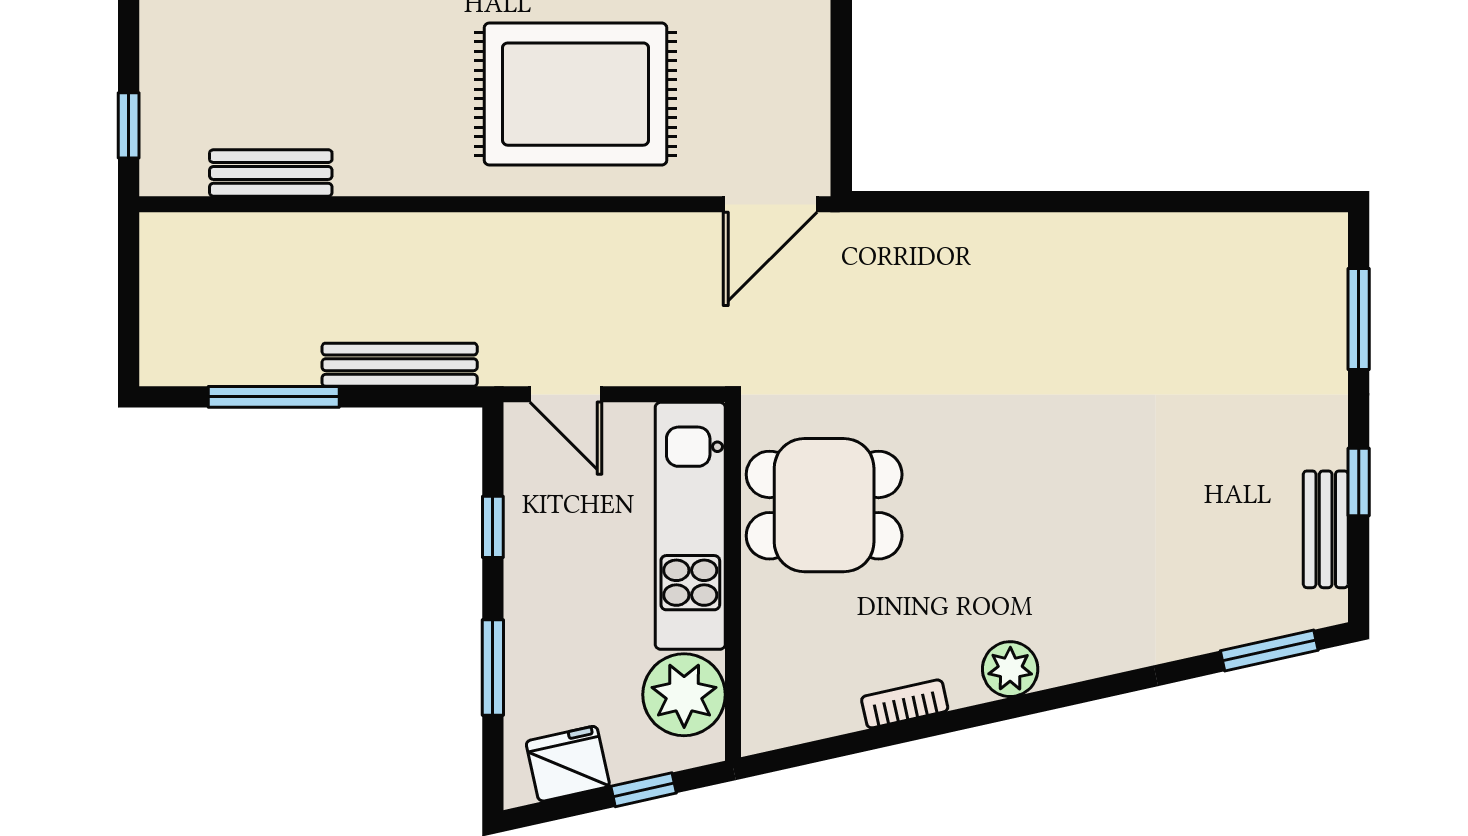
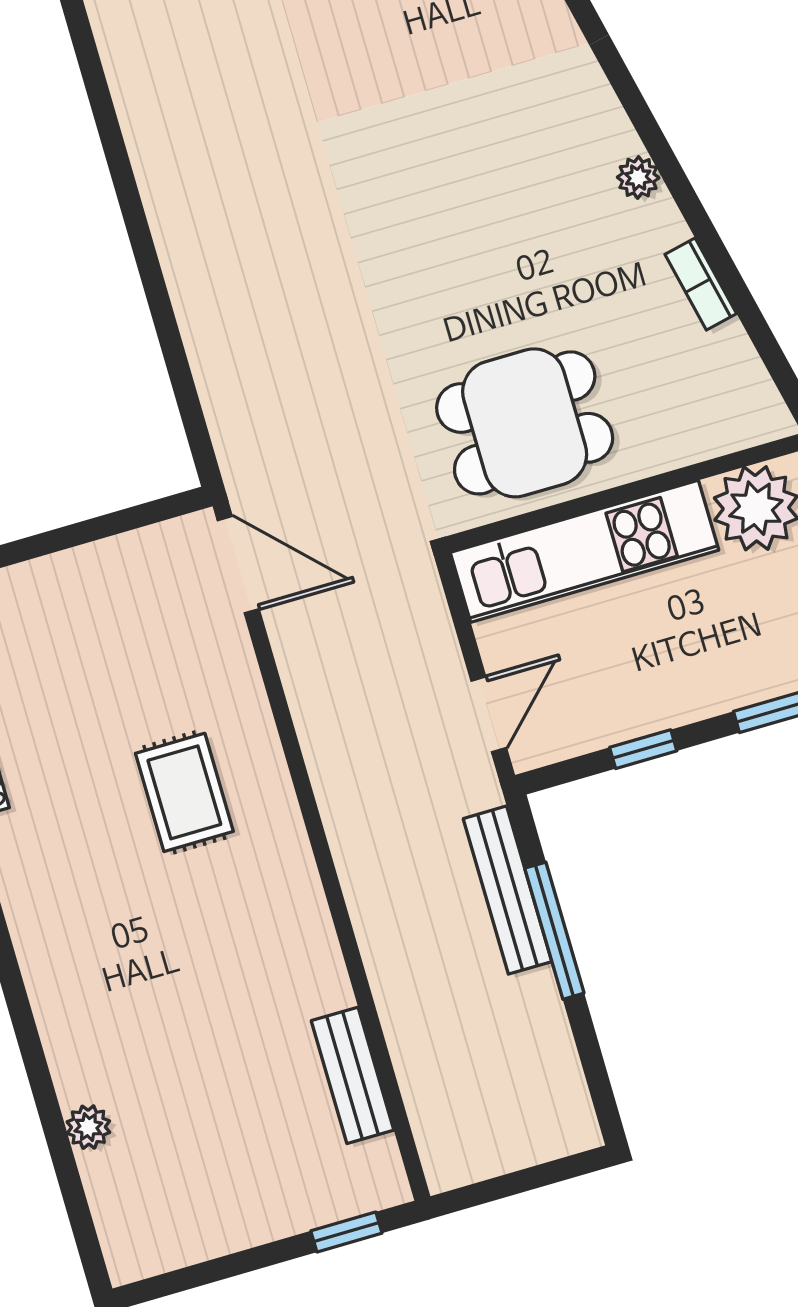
rug: (576, 94) -> (184, 792), width x0.54, depth x0.49
window: (274, 397) -> (554, 931), moved
dining table: (824, 505) -> (525, 423), turned 90
plant: (1010, 669) -> (638, 178), width x0.73, depth x0.73

